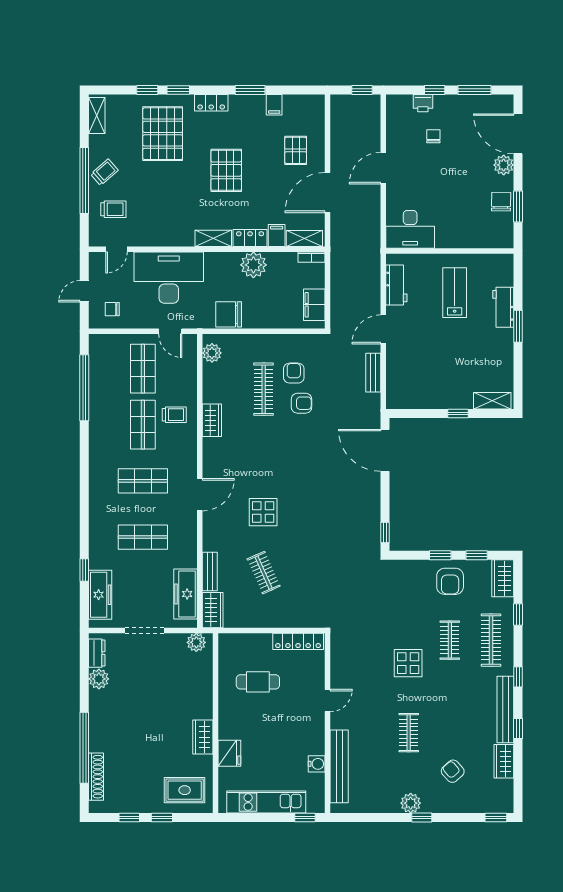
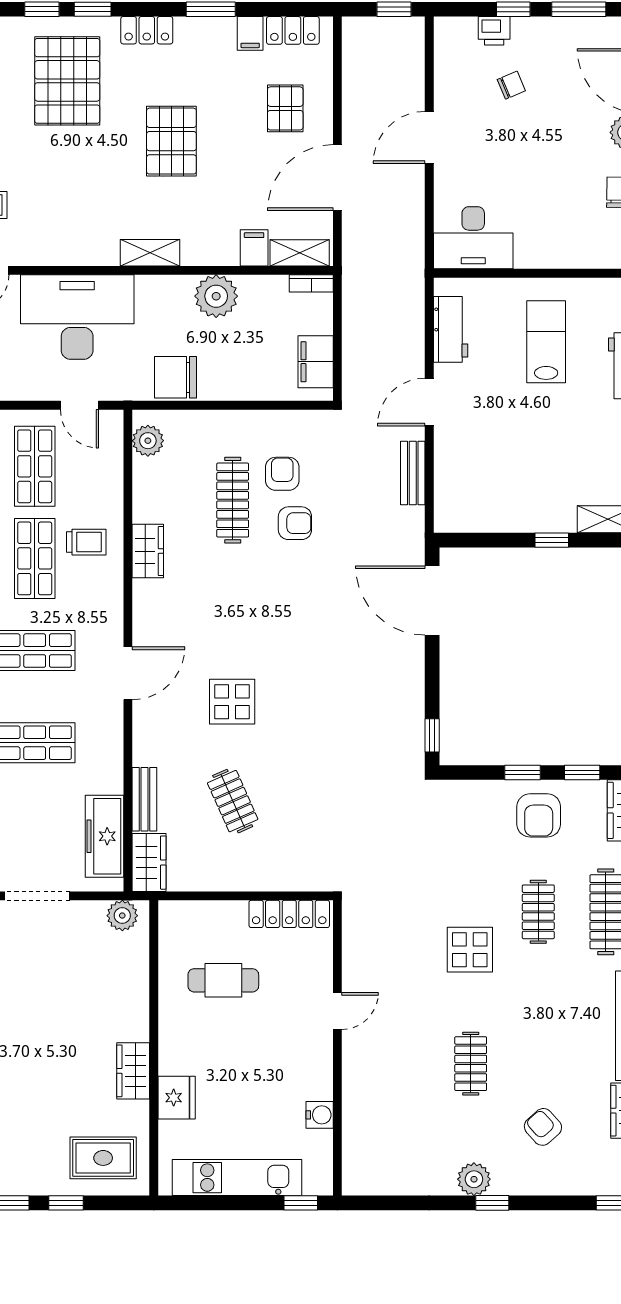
chair: (433, 136) -> (511, 85), turned 67
locker: (250, 238) -> (293, 30), moved, turned 180
bench: (339, 766) -> (357, 1119), removed

